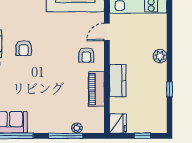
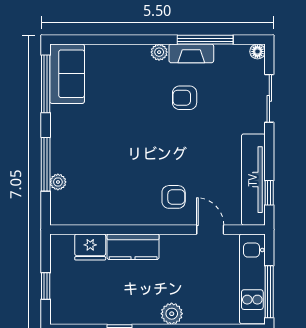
armchair: (86, 55) -> (174, 197), turned 180
piano: (96, 89) -> (120, 213), removed
fridge: (118, 123) -> (90, 247), moved

